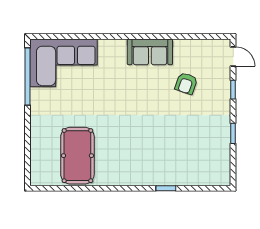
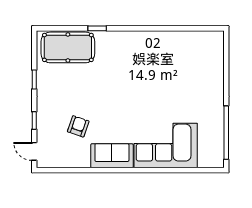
corner sofa: (64, 63) -> (166, 146), moved
pool table: (77, 156) -> (68, 47), moved, turned 90

